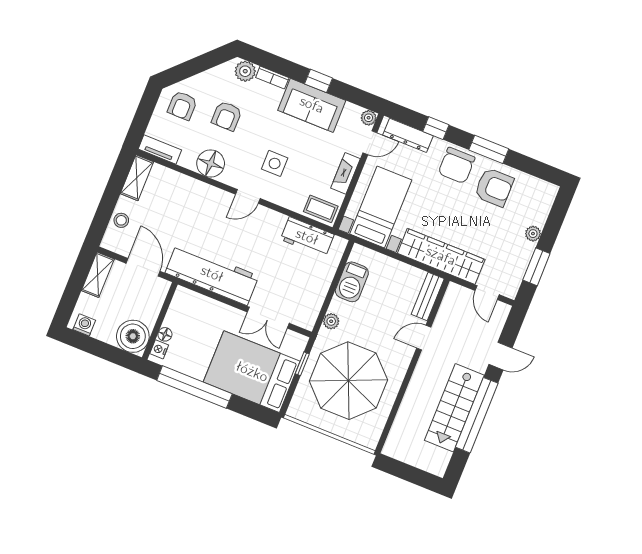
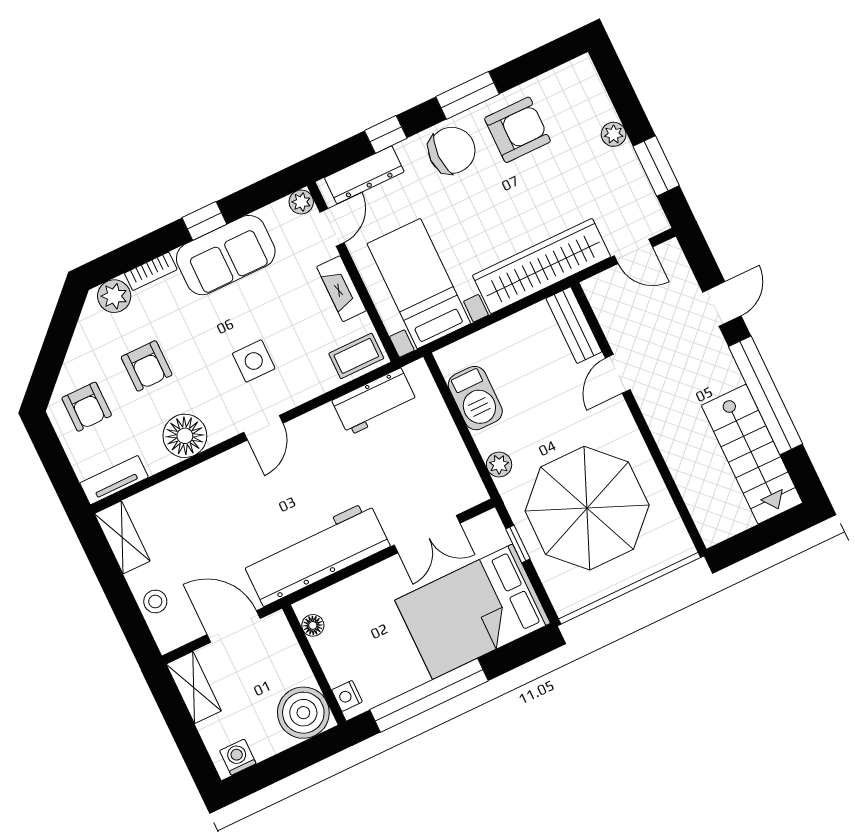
chair: (457, 165) -> (452, 150), turned -90
floor lamp: (165, 334) -> (313, 625), moved
stairs: (454, 408) -> (752, 454), moved

